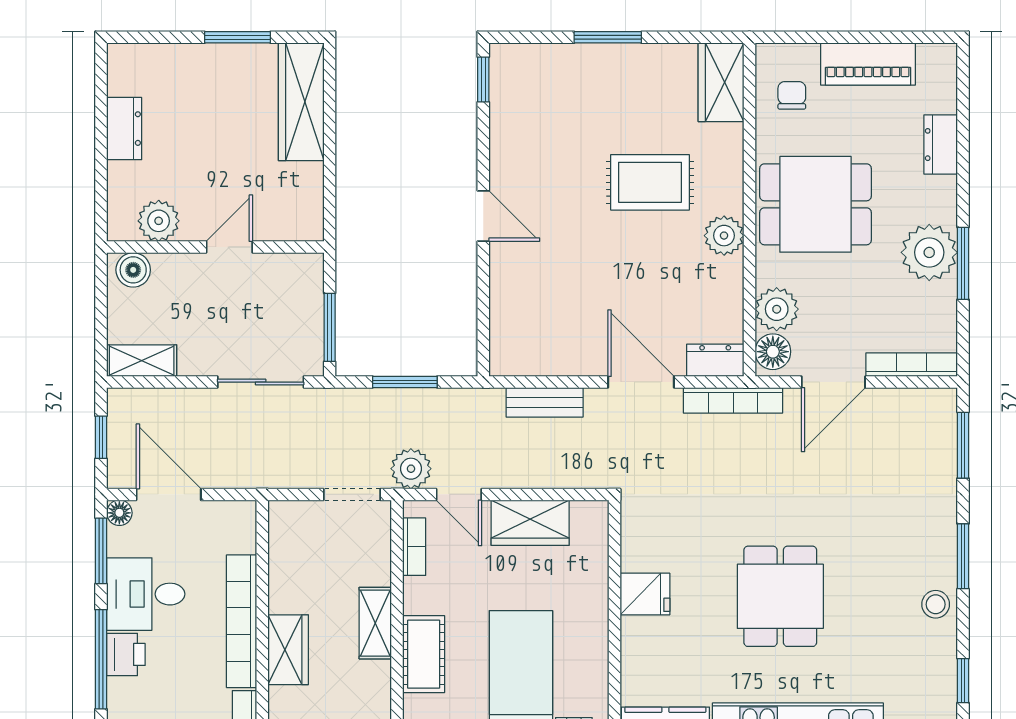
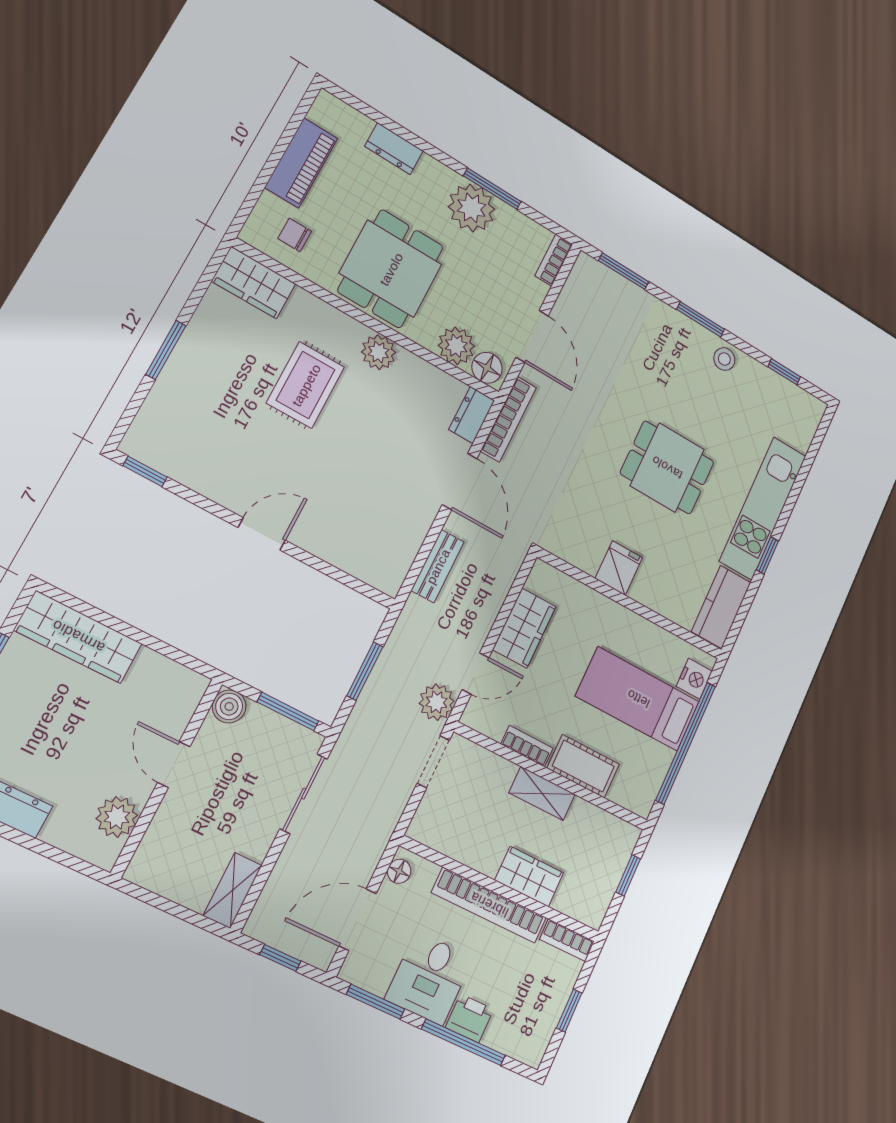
boiler: (133, 270) -> (229, 706), moved
bookcase: (912, 365) -> (554, 260), width x0.64
door: (641, 382) -> (460, 482), swing flipped
floor lamp: (119, 513) -> (399, 871), moved
bookcase: (414, 547) -> (527, 746), moved

